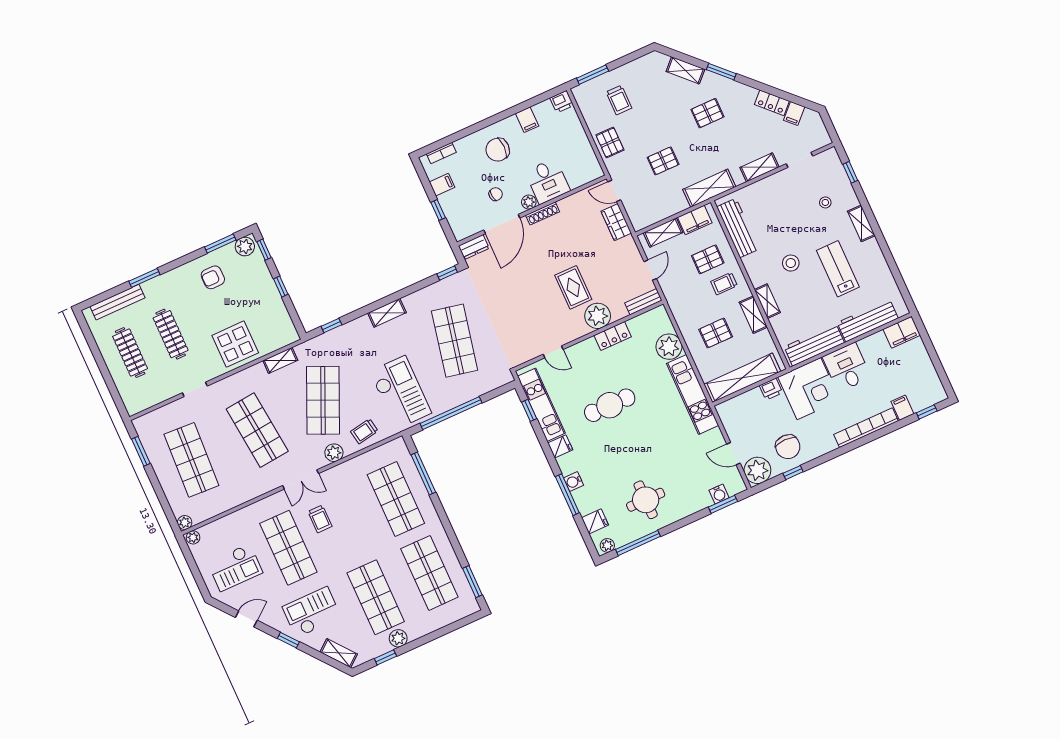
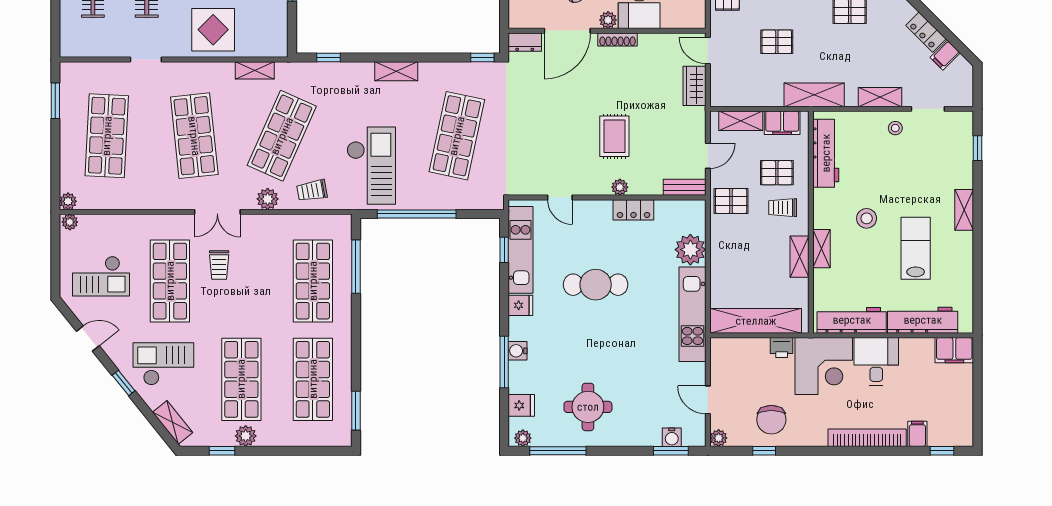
stool: (825, 202) -> (895, 128), moved
plant: (598, 316) -> (620, 187), width x0.53, depth x0.53
pallet: (716, 333) -> (731, 201), moved
plant: (757, 470) -> (719, 438), width x0.53, depth x0.53

